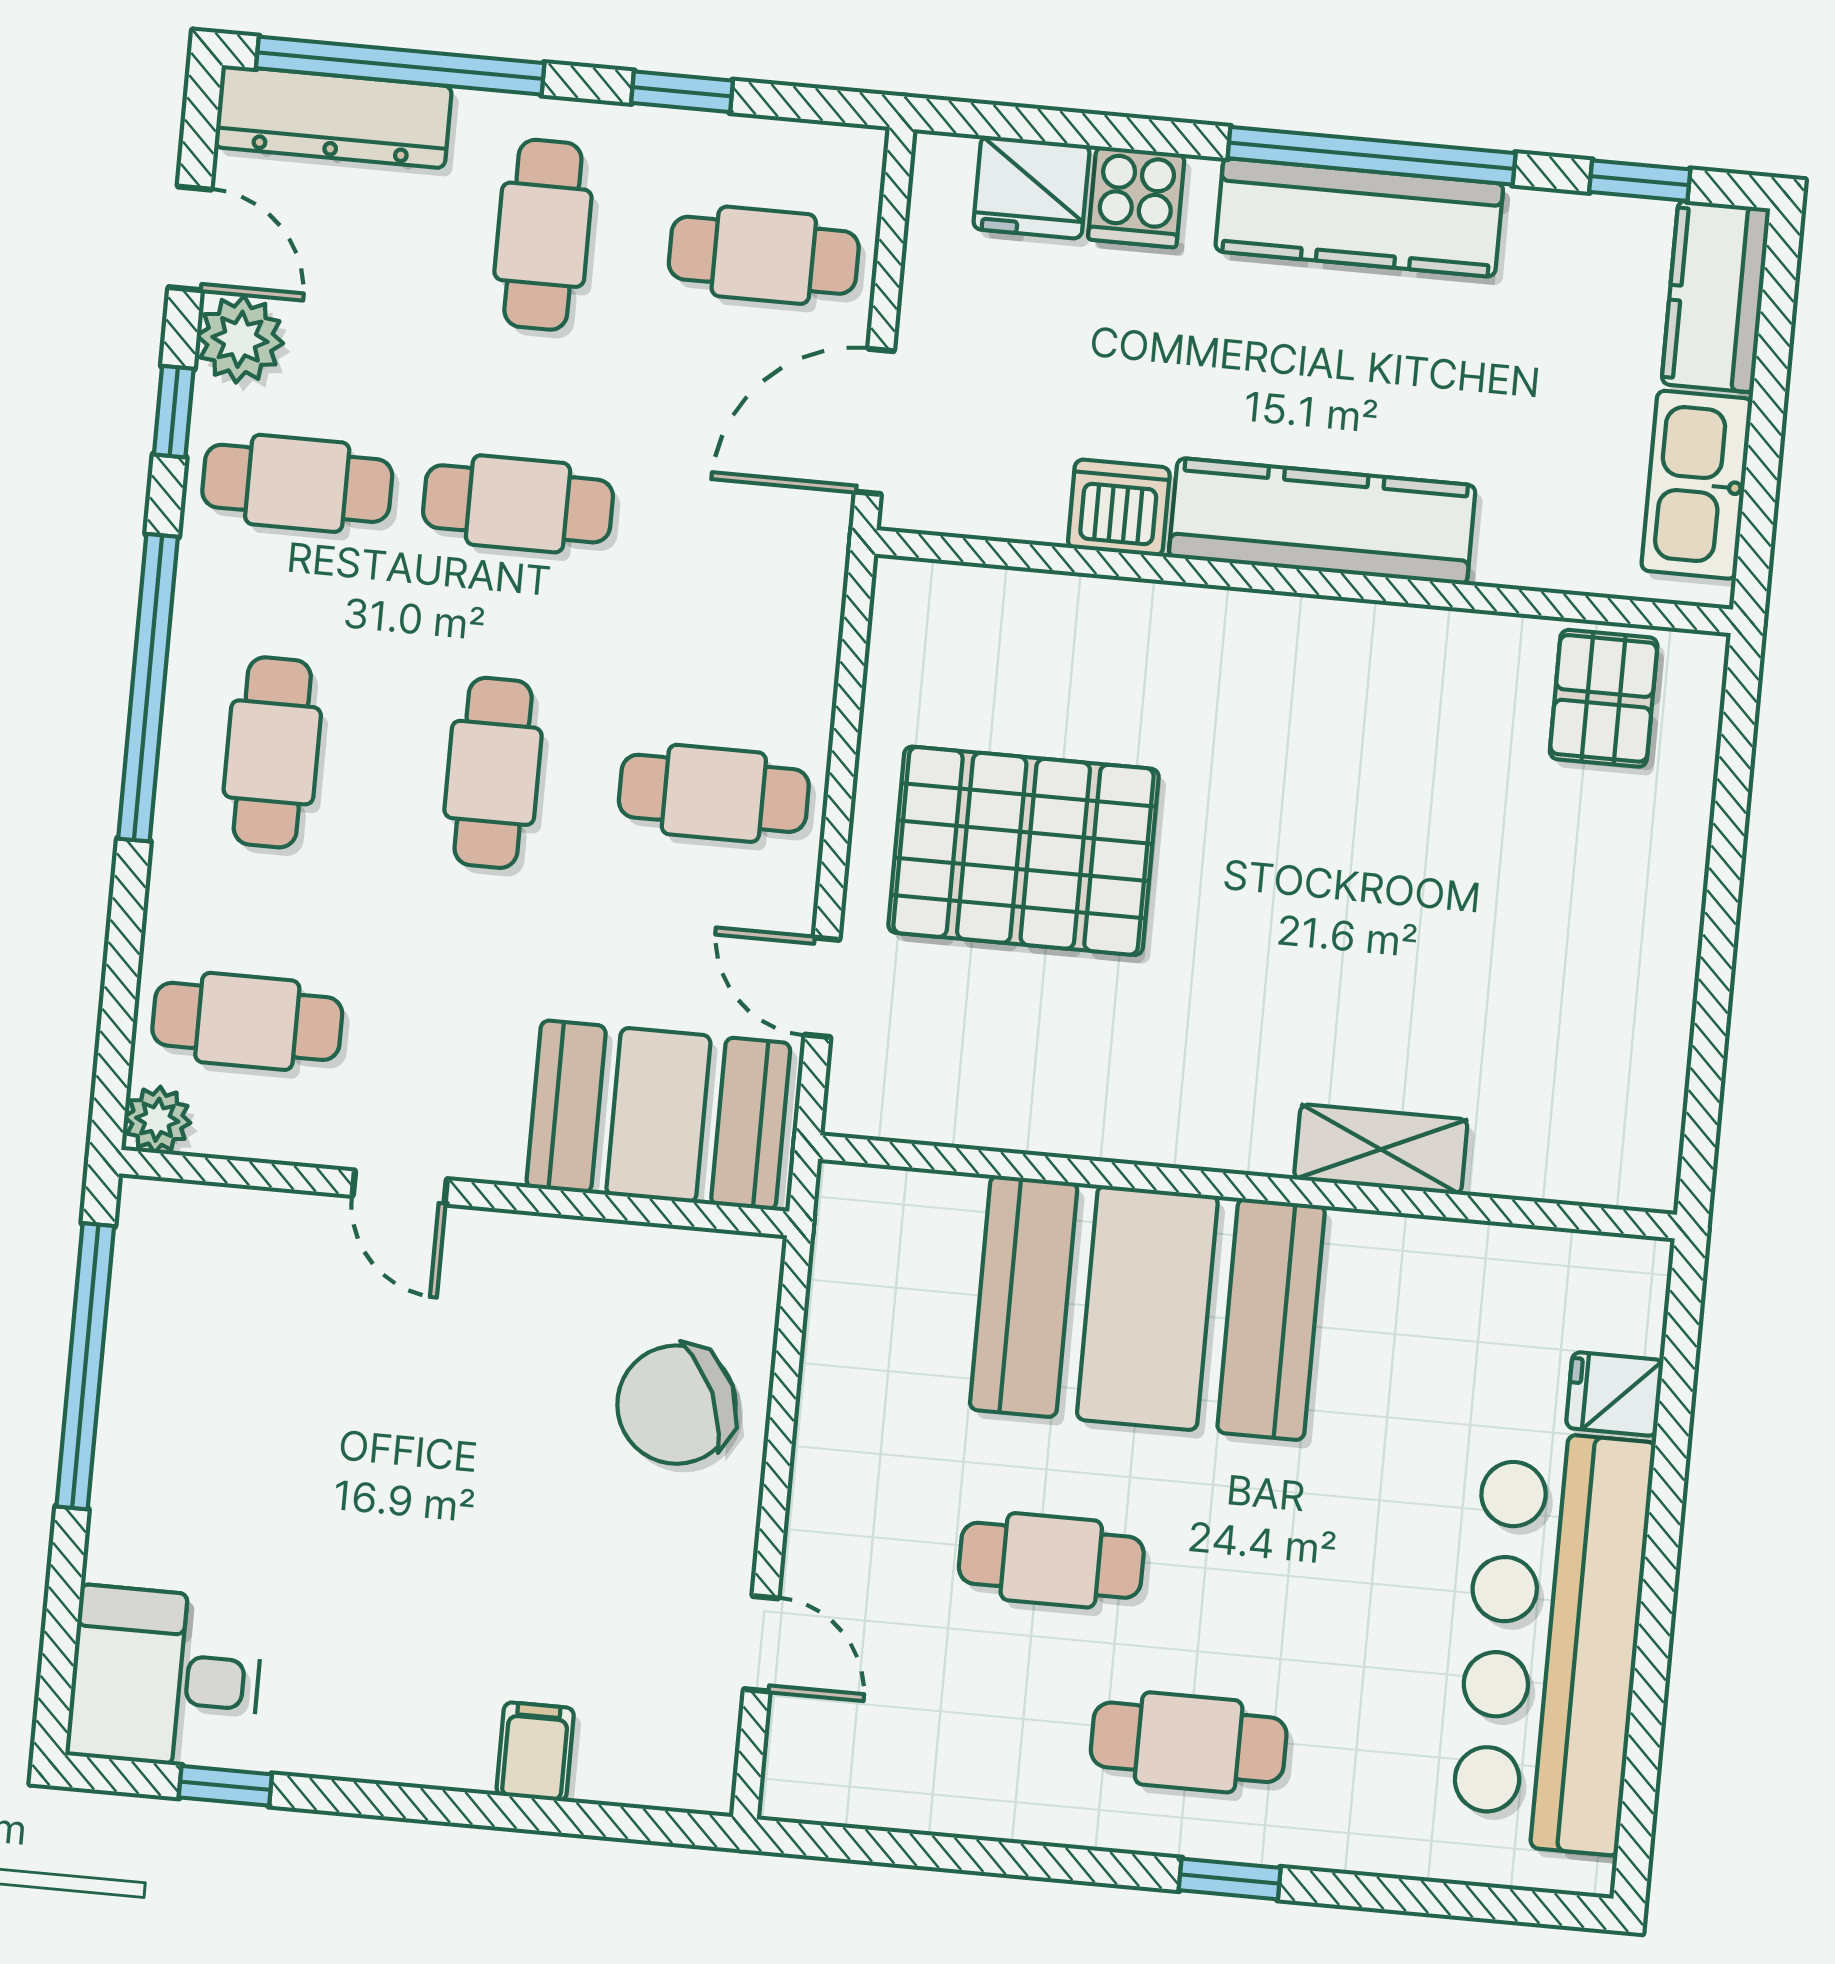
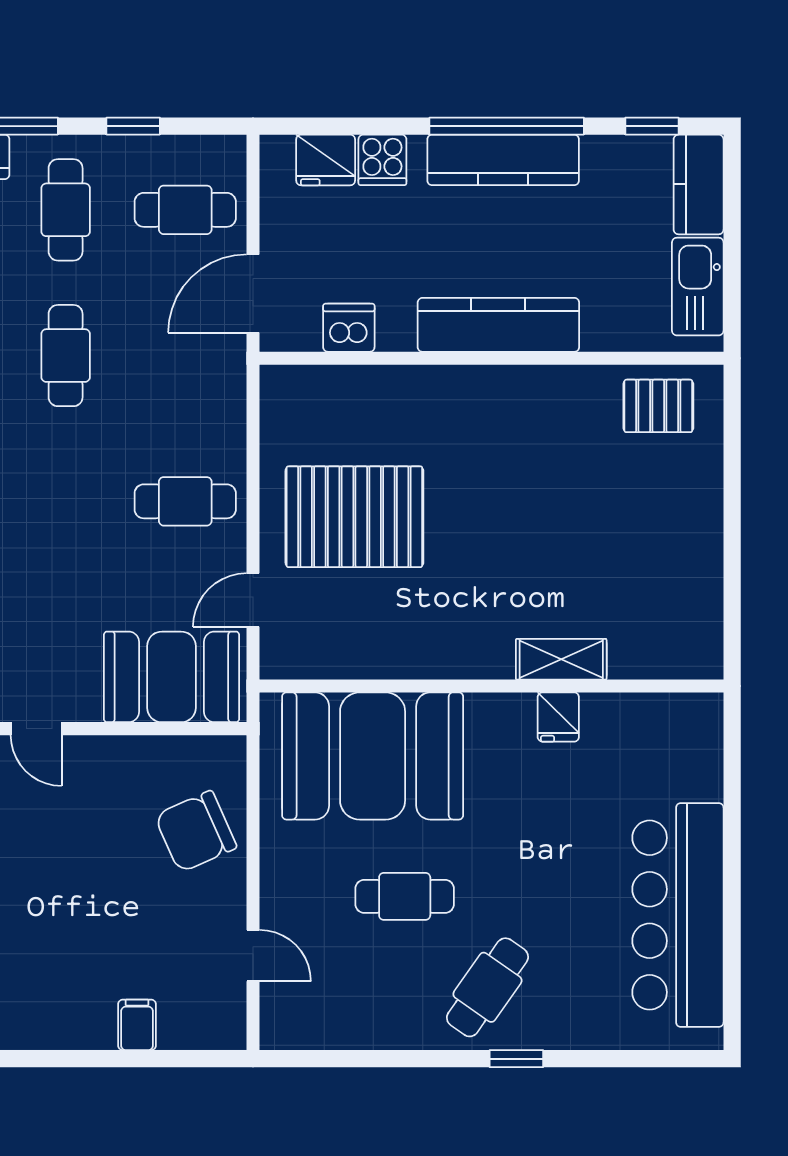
cafe table: (518, 504) -> (66, 356), turned 90
dishwasher: (1119, 508) -> (349, 328), moved
pallet: (1604, 698) -> (658, 406), turned 90
cafe table: (493, 773) -> (66, 501), removed
door: (822, 987) -> (253, 600), hinge flipped
booth: (1147, 1308) -> (373, 756), moved
fridge: (1615, 1394) -> (558, 717), moved, turned -90
cafe table: (1189, 1742) -> (487, 987), turned -55

